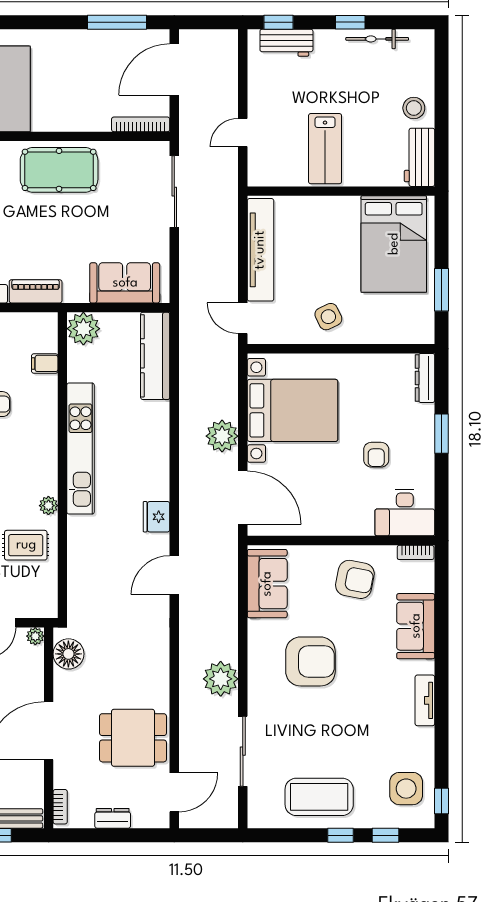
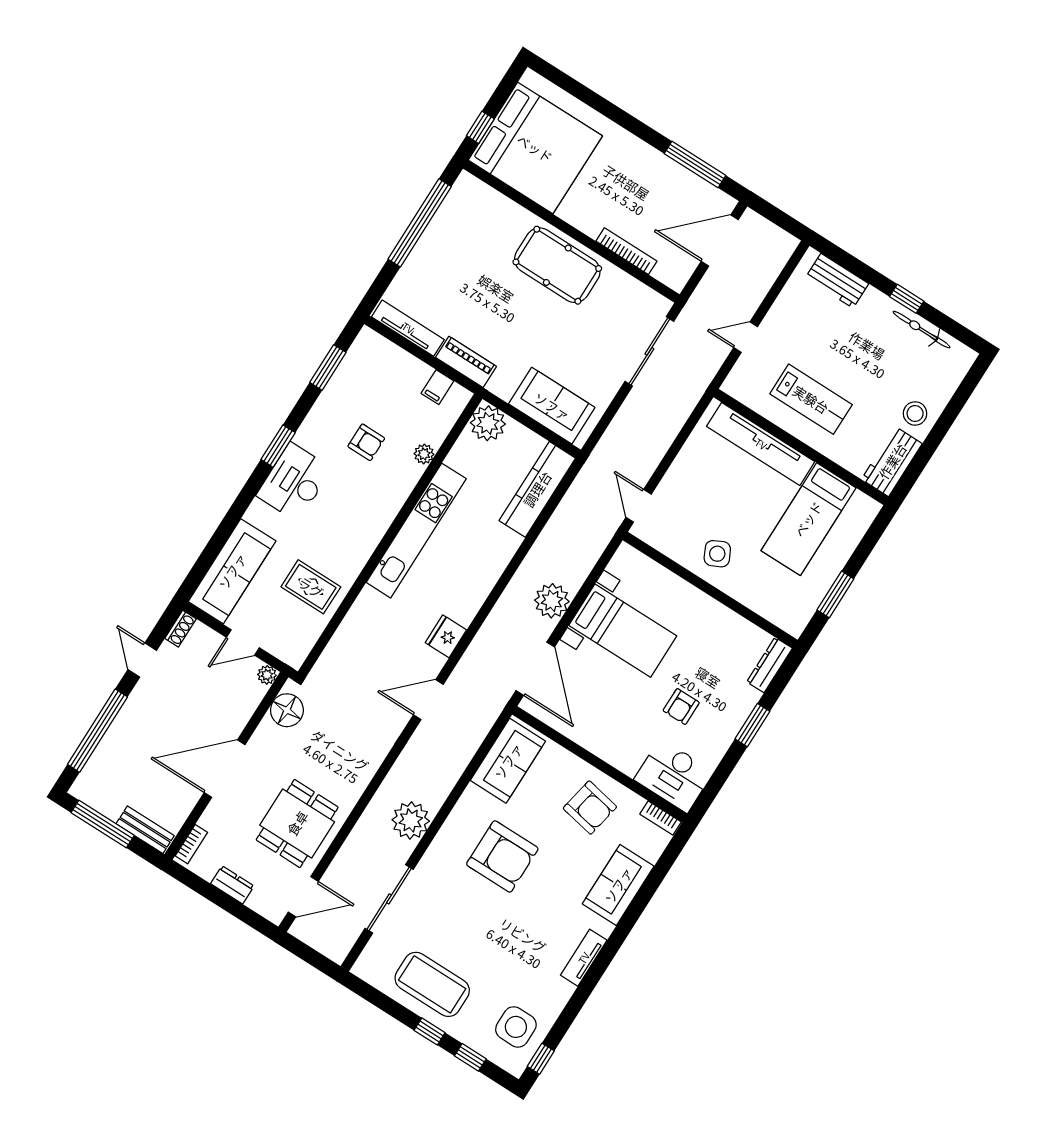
window: (278, 22) -> (842, 258), removed
bookcase: (141, 124) -> (626, 251), moved
lab bench: (325, 149) -> (811, 399), turned -90
bed: (394, 244) -> (808, 519), width x0.67
tv unit: (260, 250) -> (761, 444), moved, turned 90
filing cabinet: (45, 363) -> (437, 387), moved, turned -90
bed with nightstands: (293, 410) -> (623, 631), width x0.73
plant: (48, 506) -> (424, 454), moved
dining table: (133, 738) -> (297, 823), turned 90

